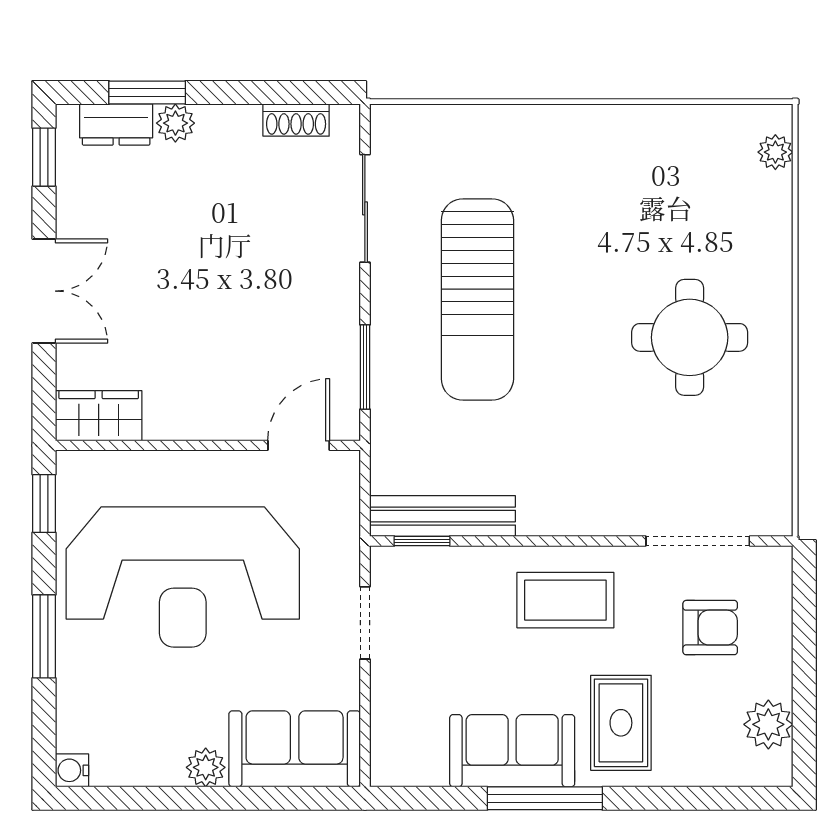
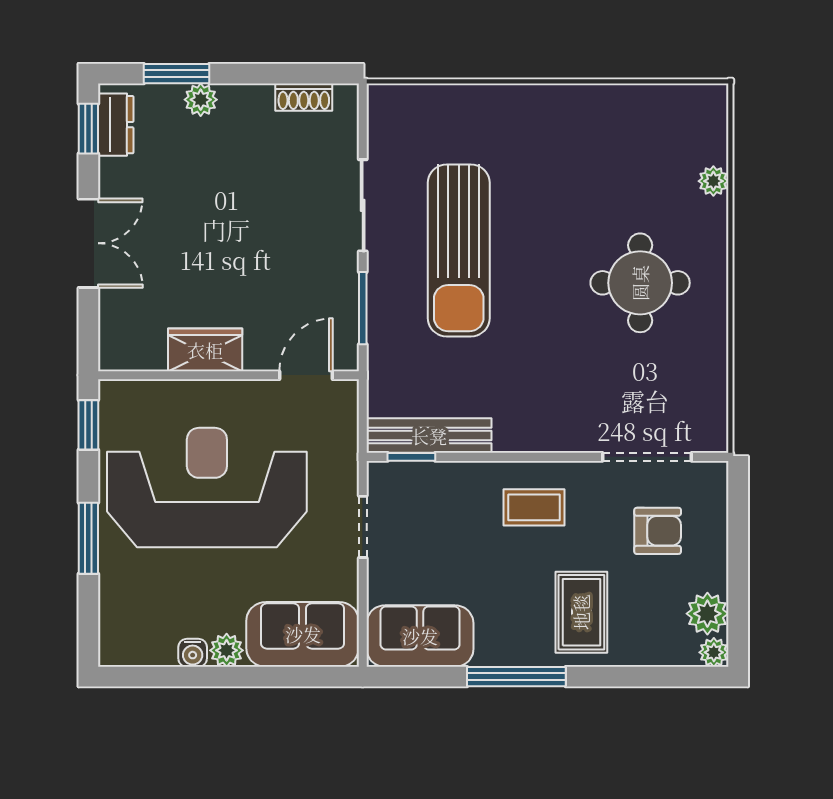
dresser: (116, 125) -> (116, 125), moved, turned -90
plant: (775, 152) -> (713, 181), moved
sliding door: (365, 208) -> (363, 205), moved
wardrobe: (99, 416) -> (205, 350), moved
reception desk: (183, 577) -> (207, 488), turned 180
coffee table: (565, 600) -> (534, 507), width x0.73, depth x0.77
sofa: (512, 751) -> (420, 636), moved
water cooler: (72, 770) -> (193, 653), moved, turned -90
plant: (776, 770) -> (714, 652), added

